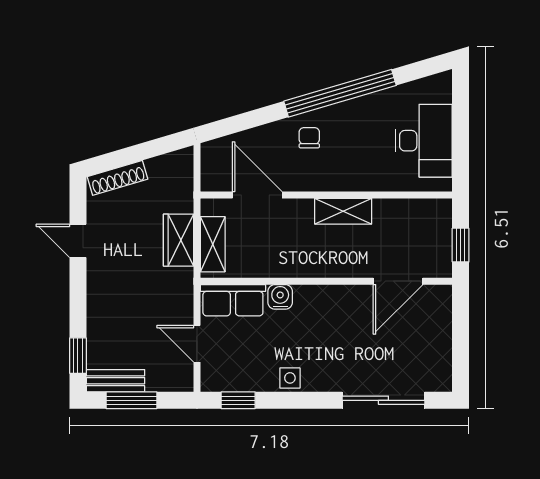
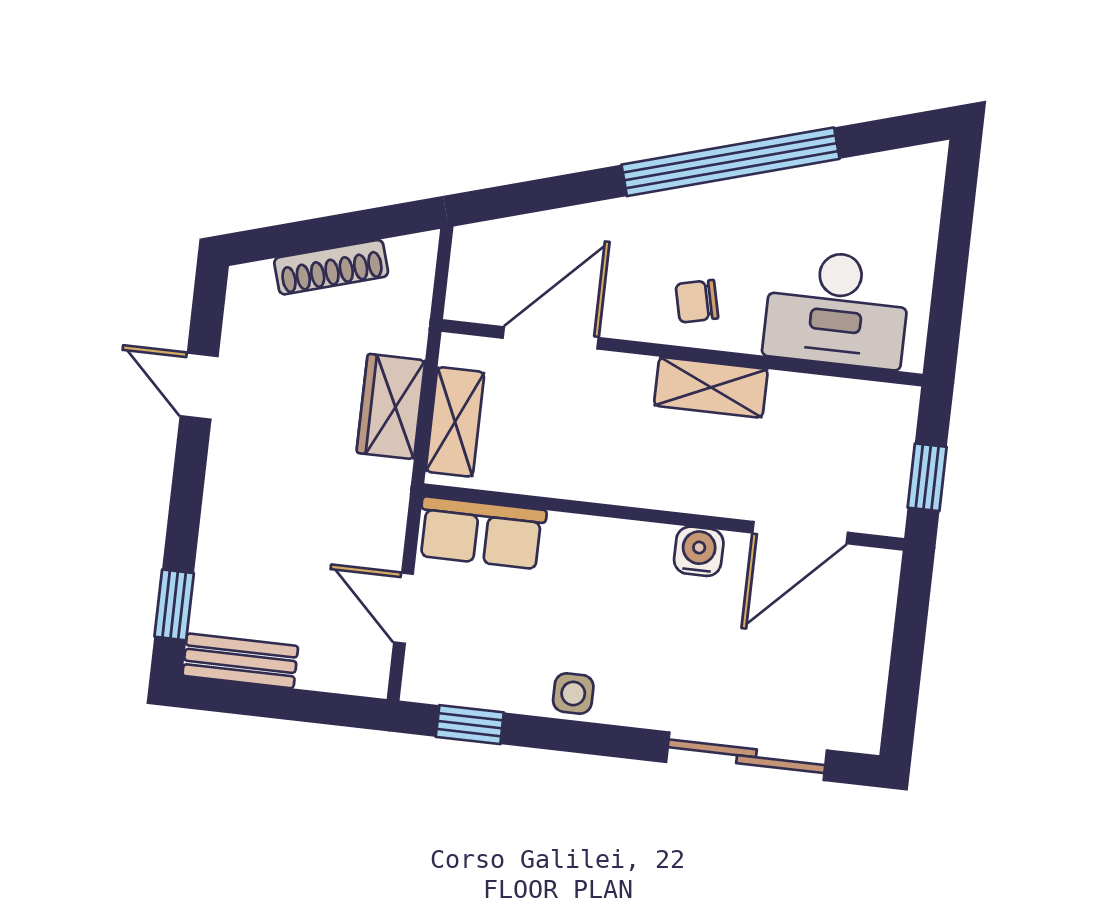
chair: (309, 138) -> (697, 301), moved, turned -103
desk: (424, 141) -> (837, 309), moved, turned 90
shoe rack: (118, 178) -> (331, 267), moved
door: (257, 195) -> (551, 338), hinge flipped
water cooler: (280, 297) -> (699, 551), moved
window: (132, 400) -> (267, 702), removed

